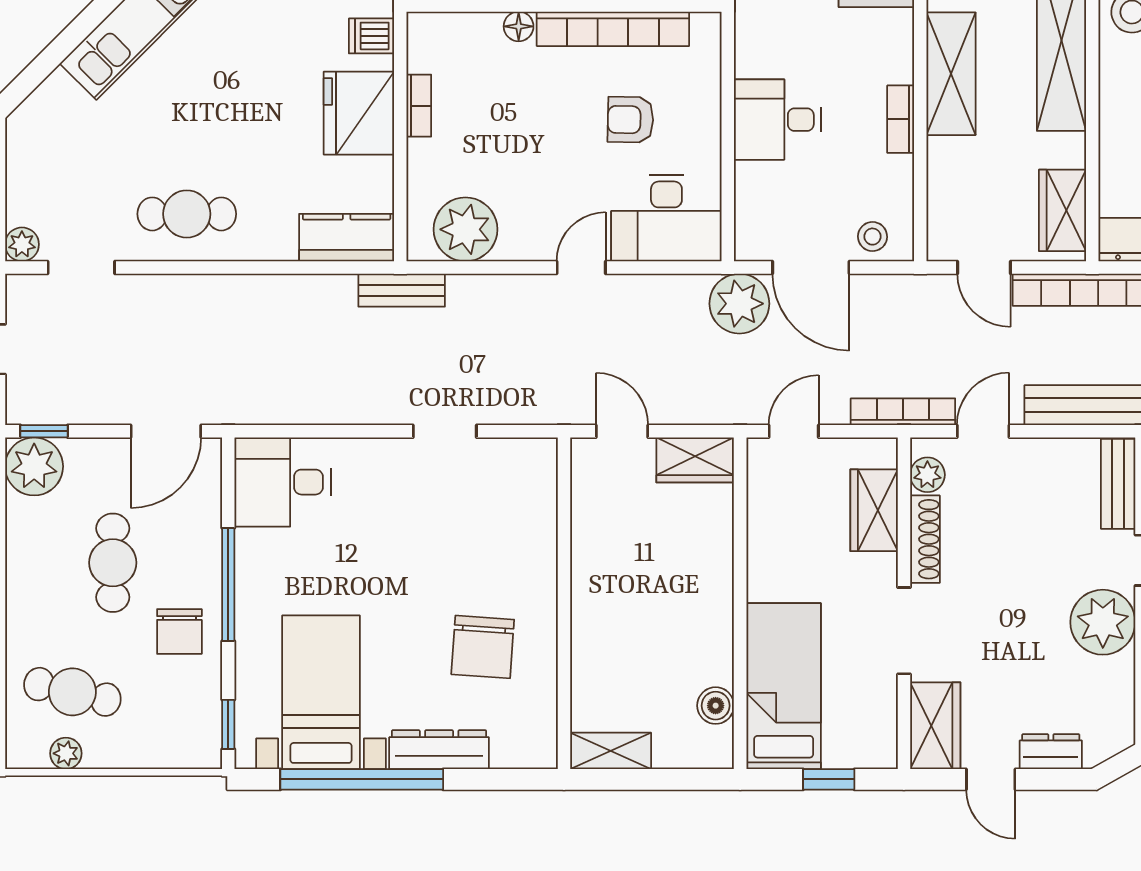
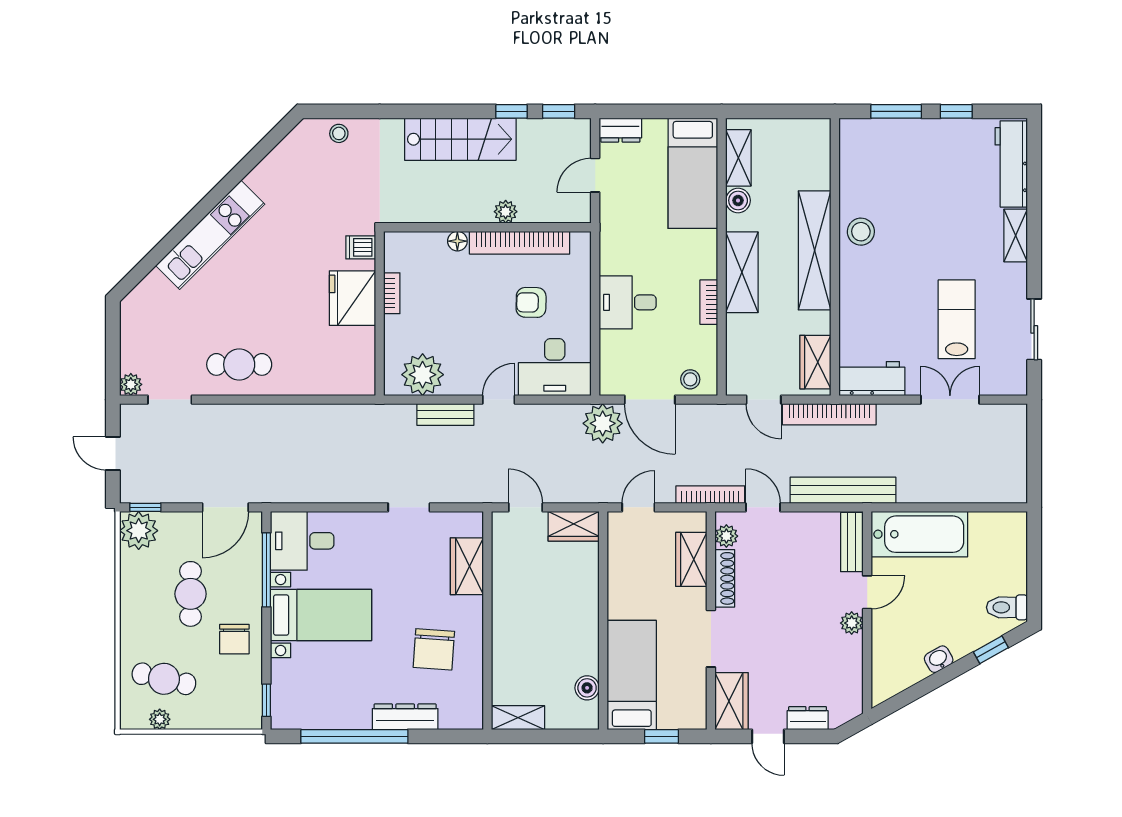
kitchen counter: (347, 238) -> (344, 380), removed
bench: (402, 290) -> (445, 415), moved
door: (983, 431) -> (763, 507), hinge flipped
wardrobe: (533, 521) -> (467, 566), added
window: (228, 585) -> (266, 570), moved
plant: (1103, 622) -> (852, 623), width x0.53, depth x0.53
bed with nightstands: (321, 692) -> (321, 615), moved, turned 90

